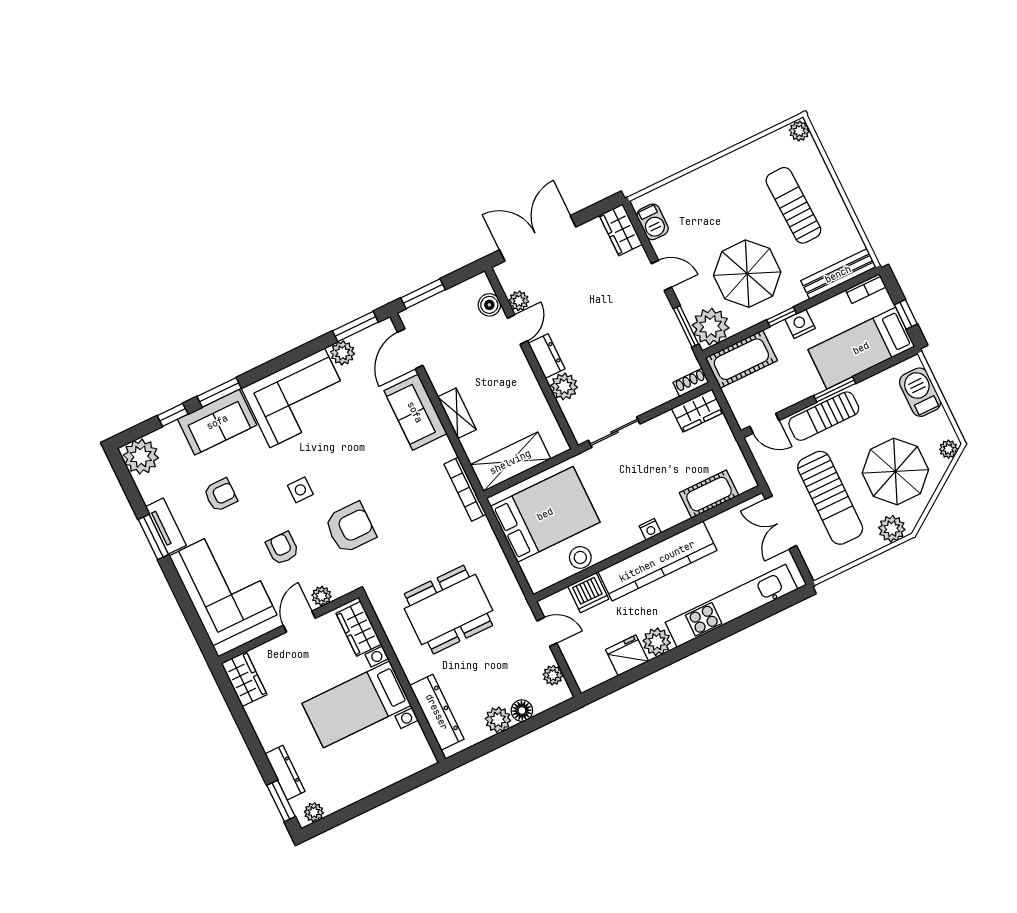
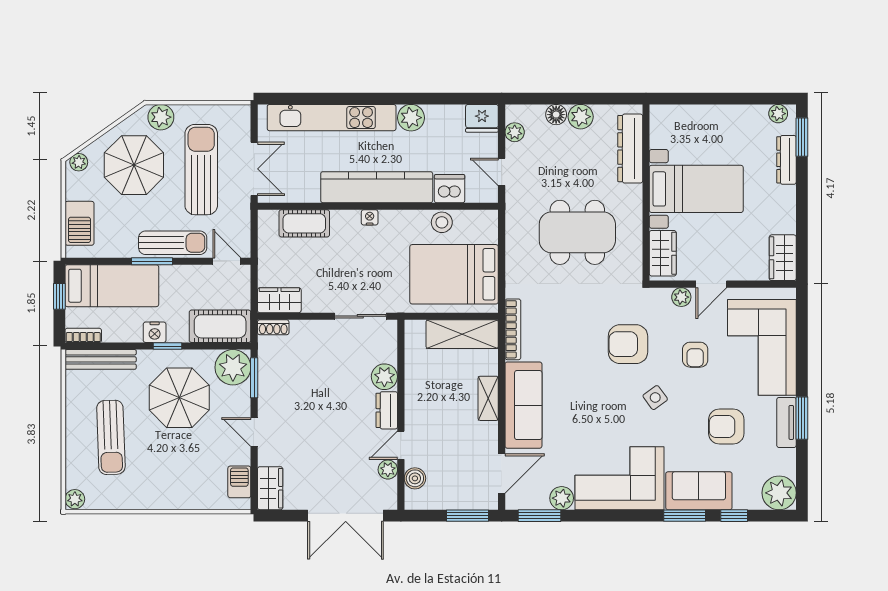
sofa: (415, 412) -> (523, 405), width x1.36
side table: (300, 490) -> (655, 398), turned -36
armchair: (221, 495) -> (726, 426), width x1.38, depth x1.38
fridge: (627, 655) -> (482, 118), moved

